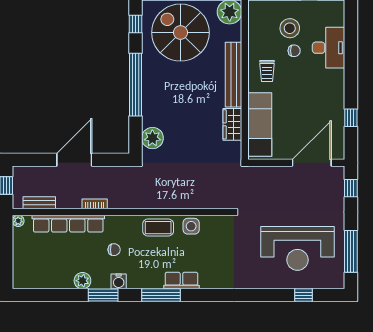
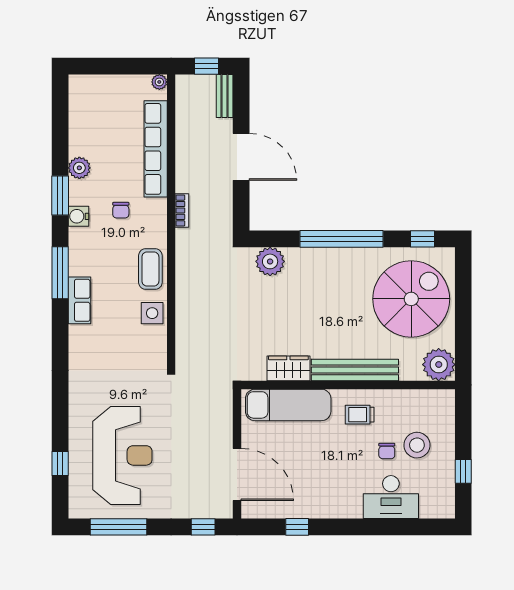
bench: (39, 203) -> (225, 96), moved
bookcase: (95, 204) -> (182, 210), moved
reception desk: (297, 248) -> (122, 455), turned 180

